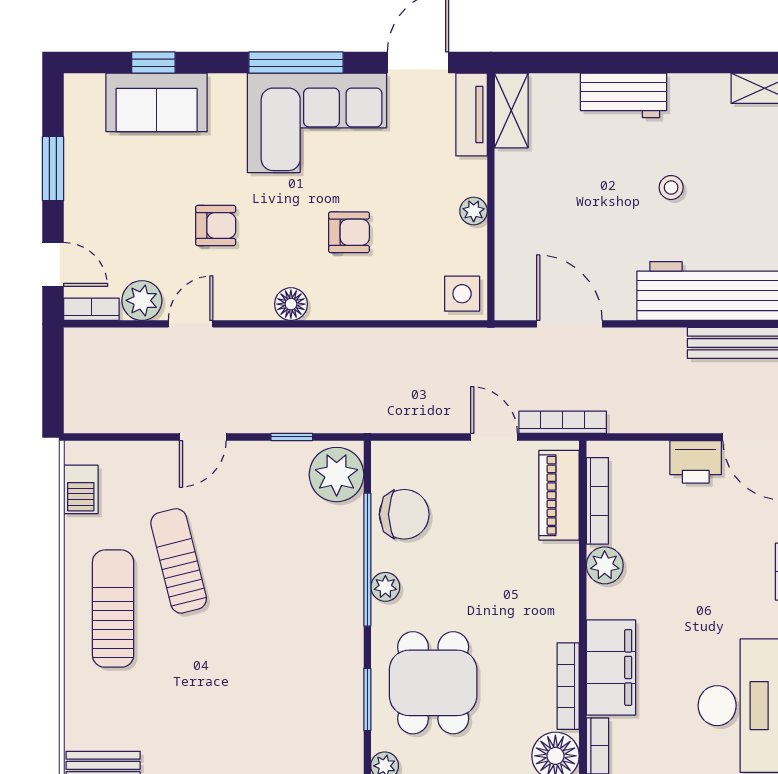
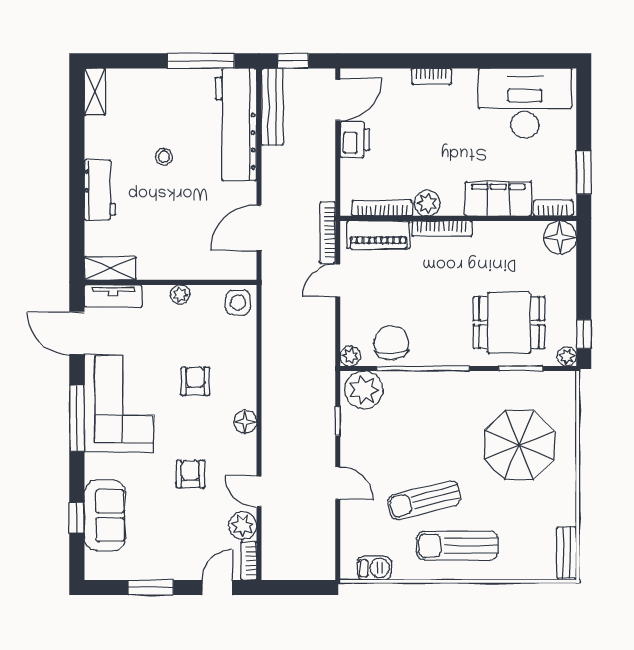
plant: (385, 587) -> (350, 356), moved
bookcase: (568, 686) -> (442, 229), moved
parasol: (257, 697) -> (519, 445), added

